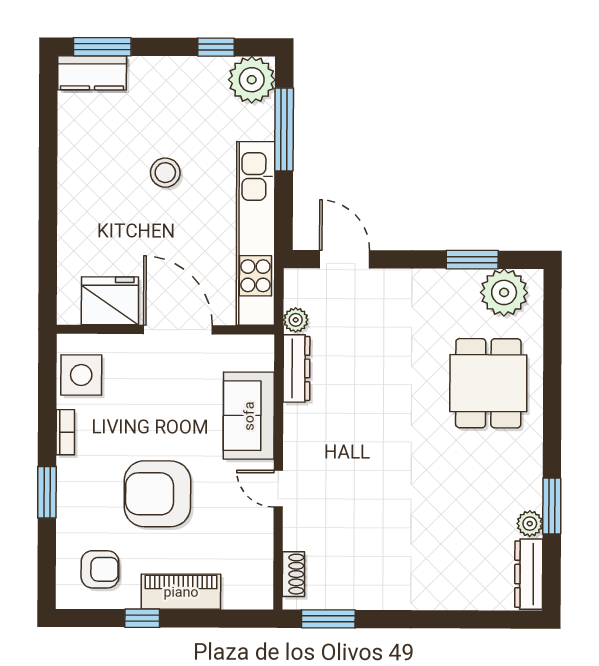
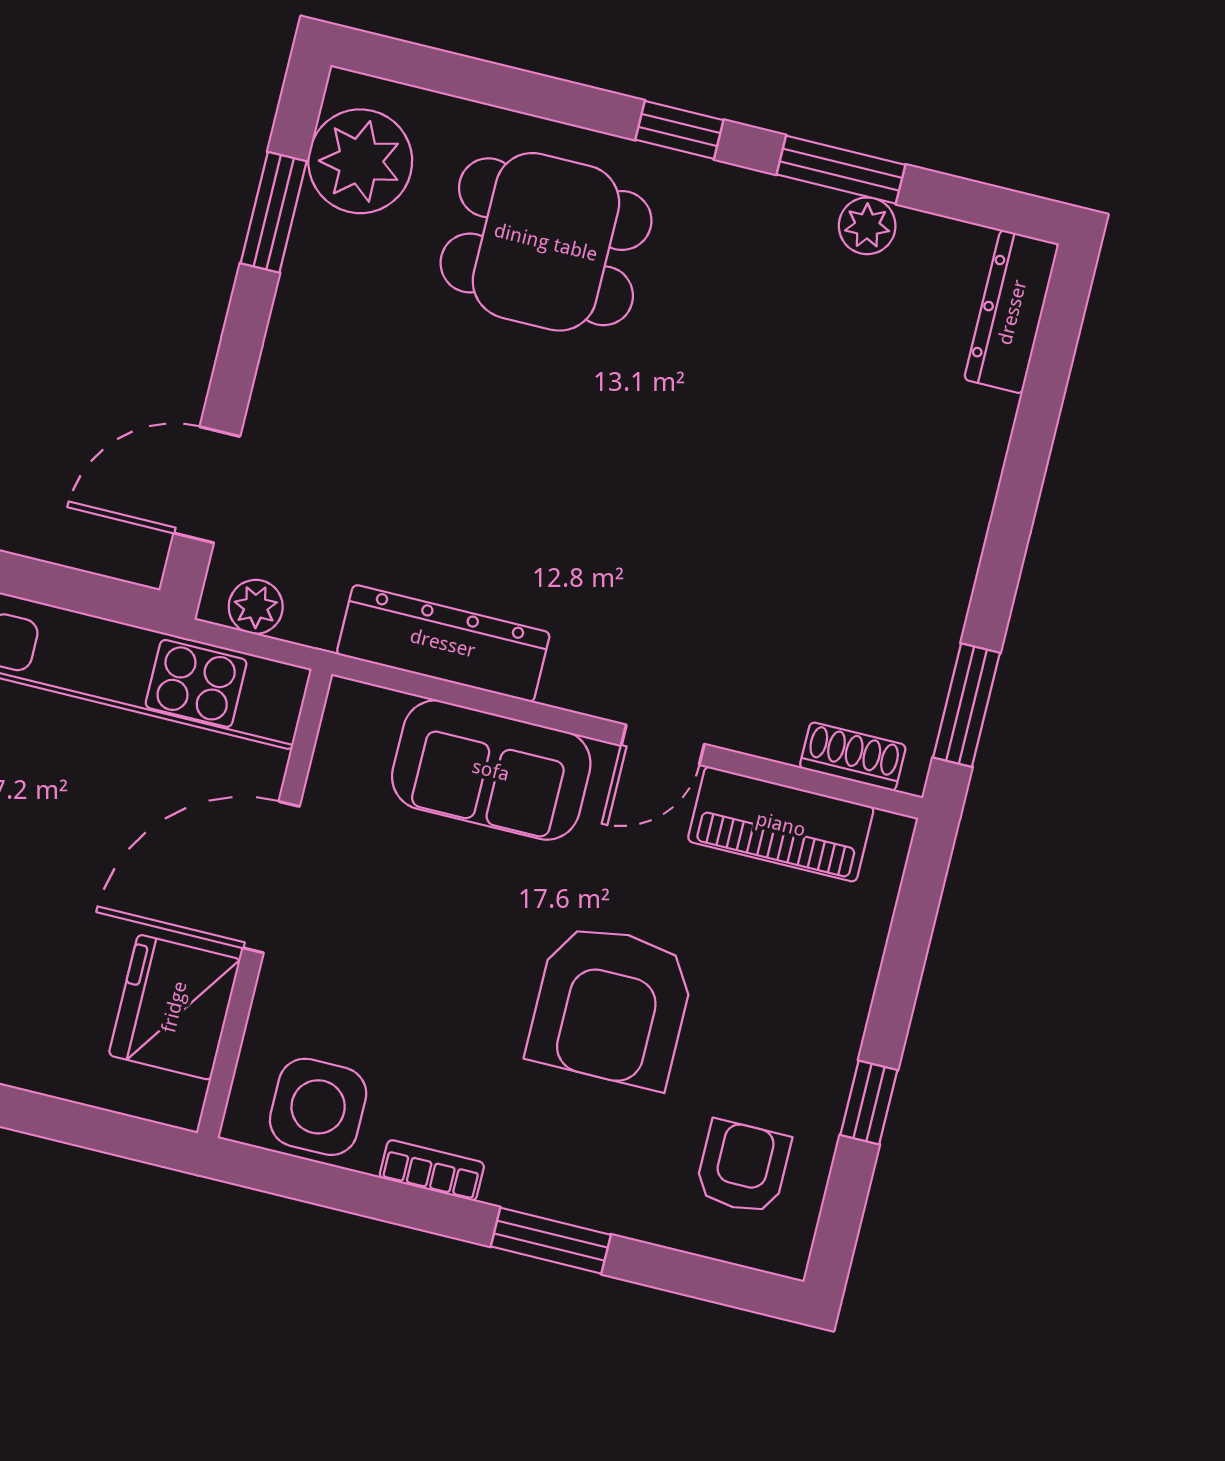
plant: (296, 320) -> (256, 607), moved
dresser: (296, 368) -> (443, 643), width x1.37, depth x1.24
window: (552, 430) -> (679, 130), added
dresser: (529, 574) -> (1012, 312), moved, turned 90
piano: (181, 592) -> (781, 824), moved, turned -90

